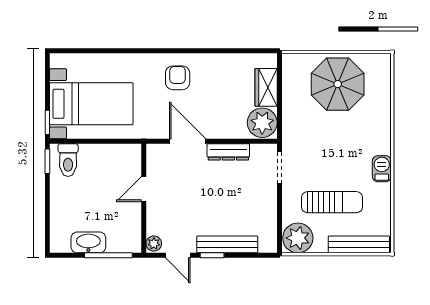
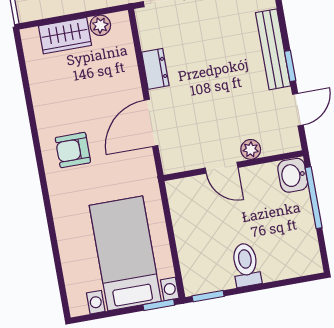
plant: (262, 123) -> (100, 25), width x0.53, depth x0.53
dresser: (228, 152) -> (155, 69), width x0.70
toilet: (68, 160) -> (246, 265), moved, turned -90
washbasin: (88, 242) -> (293, 175), moved, width x0.72
plant: (154, 244) -> (251, 149), moved

